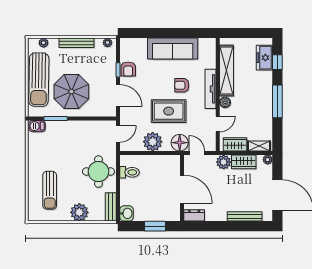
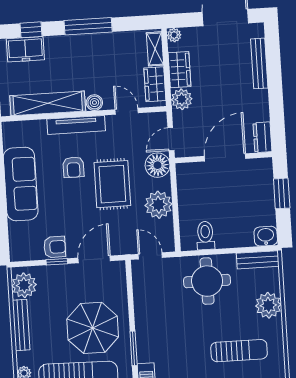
plant: (107, 43) -> (24, 285), width x1.87, depth x1.87

